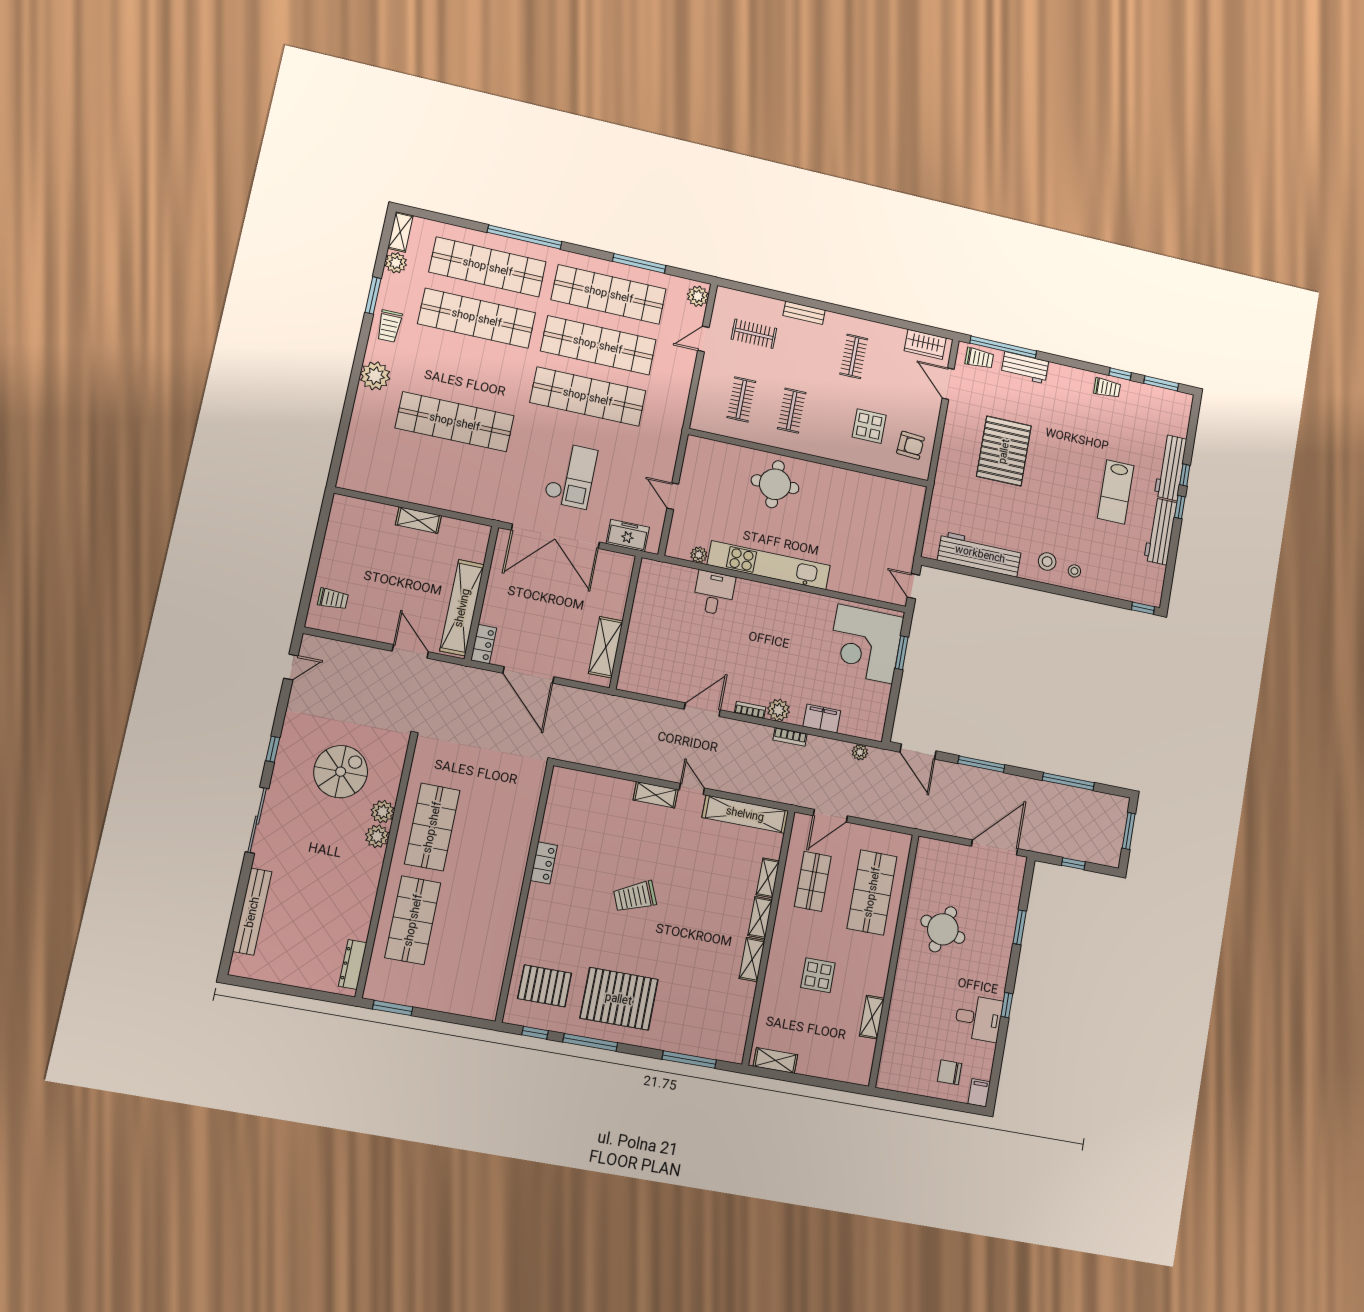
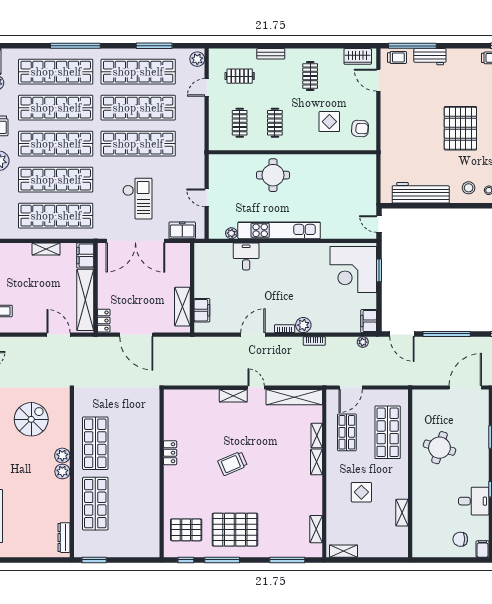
shop shelf: (466, 370) -> (56, 144), added
pallet: (1004, 451) -> (460, 128), moved
shop shelf: (443, 474) -> (56, 216), added
filing cabinet: (476, 542) -> (85, 255), added
filing cabinet: (634, 658) -> (202, 310), added
filing cabinet: (822, 719) -> (369, 321), moved, turned -90
window: (981, 764) -> (447, 334), width x1.46
plant: (383, 812) -> (62, 472), moved
shelving: (752, 959) -> (316, 529), moved

